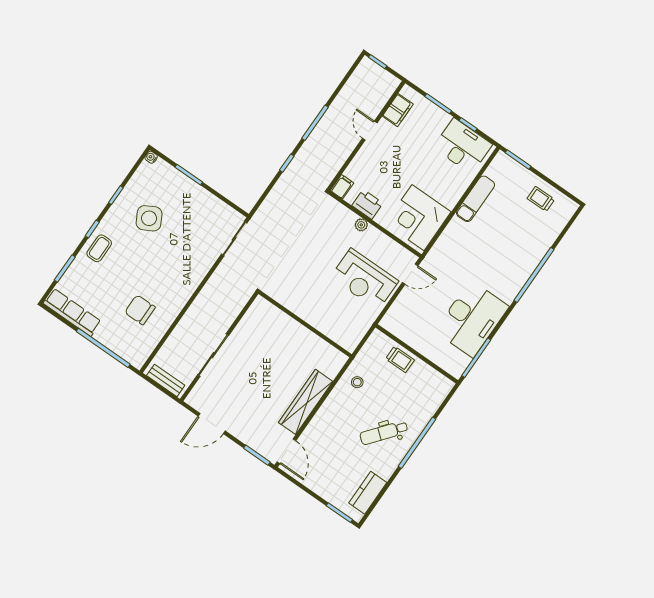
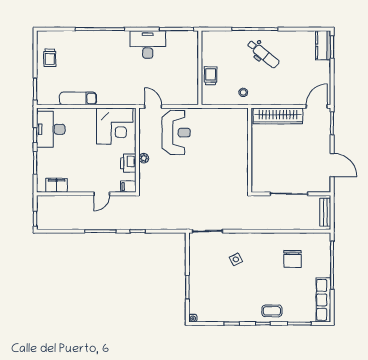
door: (370, 131) -> (102, 194), moved
side table: (149, 218) -> (236, 259), moved, width x0.54, depth x0.54
desk: (472, 319) -> (148, 44), width x0.73, depth x0.77
wall: (305, 324) -> (250, 150), moved
kitchen counter: (368, 493) -> (323, 45), moved, turned 90

